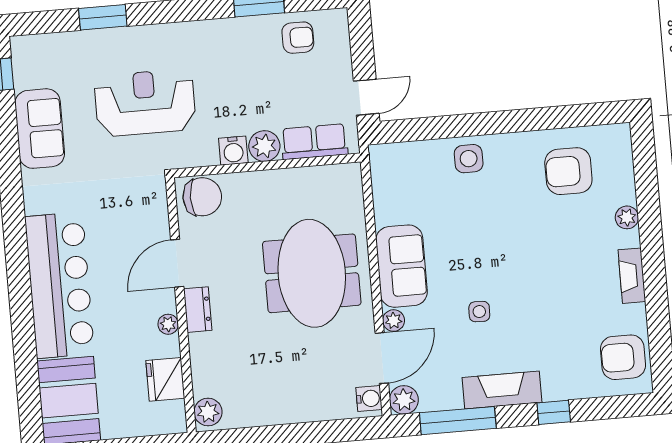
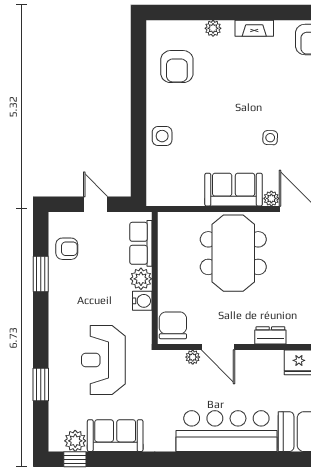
armchair: (298, 38) -> (67, 249), turned 90
plant: (27, 73) -> (75, 441), added
door: (366, 97) -> (96, 204), moved
meeting table: (312, 273) -> (233, 253), turned 90
dresser: (198, 310) -> (270, 335), moved
plant: (168, 324) -> (193, 357), moved

